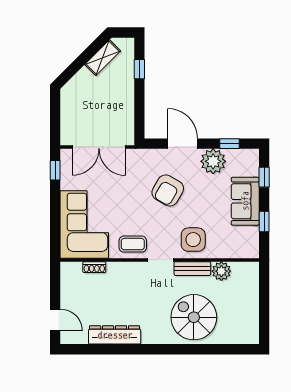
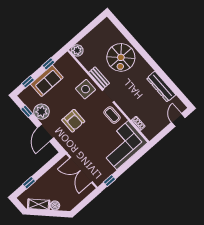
boiler: (84, 76) -> (55, 206), added
double door: (99, 147) -> (81, 170), swing flipped
armchair: (168, 190) -> (73, 121), turned 60
plant: (221, 271) -> (77, 50), moved

